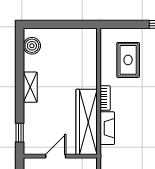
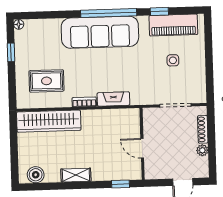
wardrobe: (87, 122) -> (49, 121), moved

